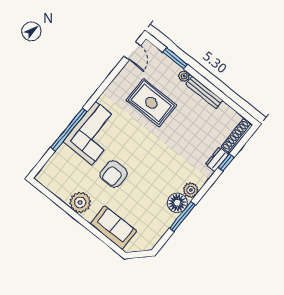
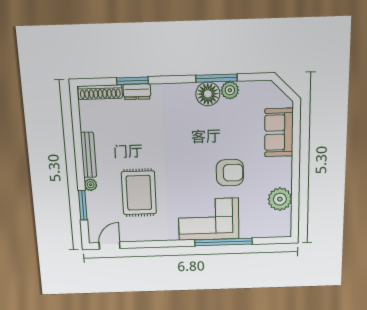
window: (226, 163) -> (132, 81), width x1.50
plant: (191, 190) -> (230, 90), moved
plant: (80, 202) -> (280, 199), moved

